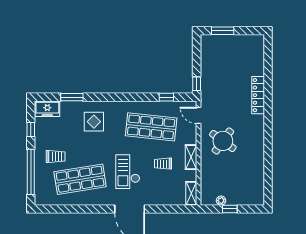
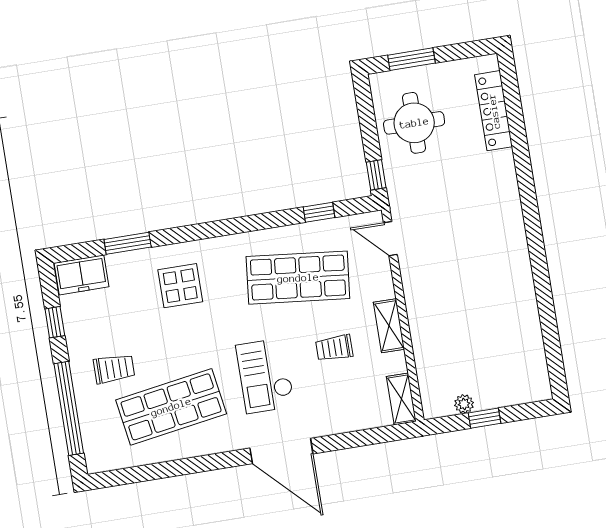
locker: (258, 95) -> (494, 111), moved
round table: (223, 141) -> (414, 123), moved, turned -36

